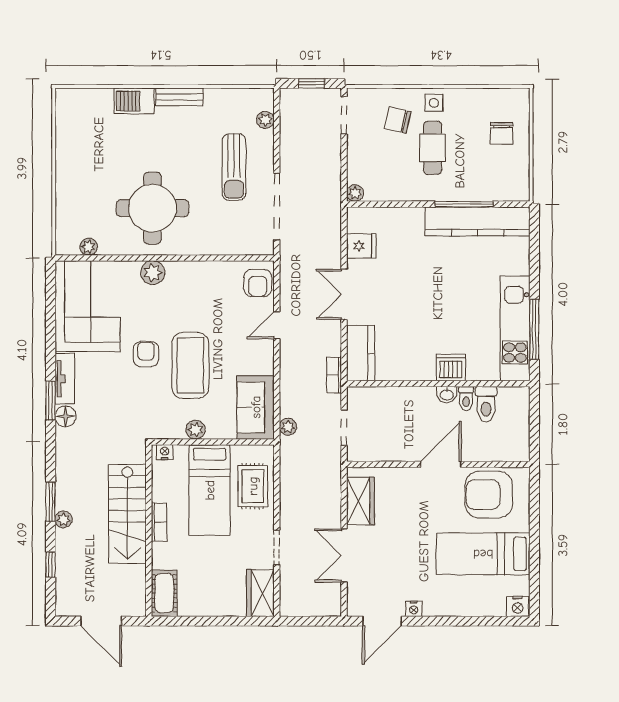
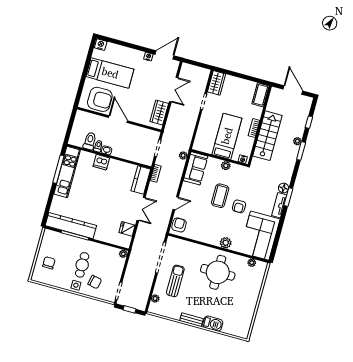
coffee table: (190, 365) -> (220, 196), width x0.73, depth x0.76
door: (441, 464) -> (118, 119), swing flipped
rug: (253, 486) -> (207, 133), removed

